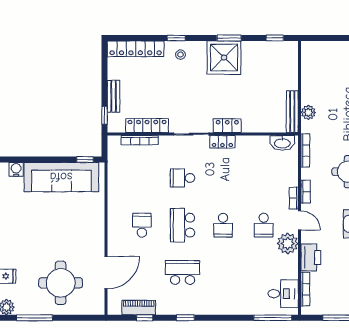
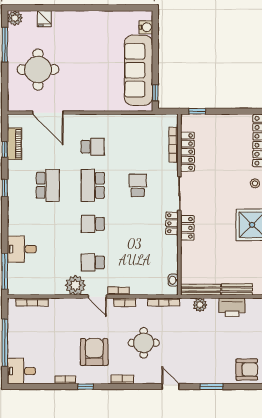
bench: (114, 96) -> (237, 289), moved
washbasin: (282, 143) -> (173, 280), width x0.52, depth x0.69
door: (300, 220) -> (97, 297), hinge flipped
school desk: (182, 225) -> (93, 185), turned -90
printer: (311, 257) -> (232, 307), moved
desk: (283, 294) -> (22, 249), moved, turned 90

